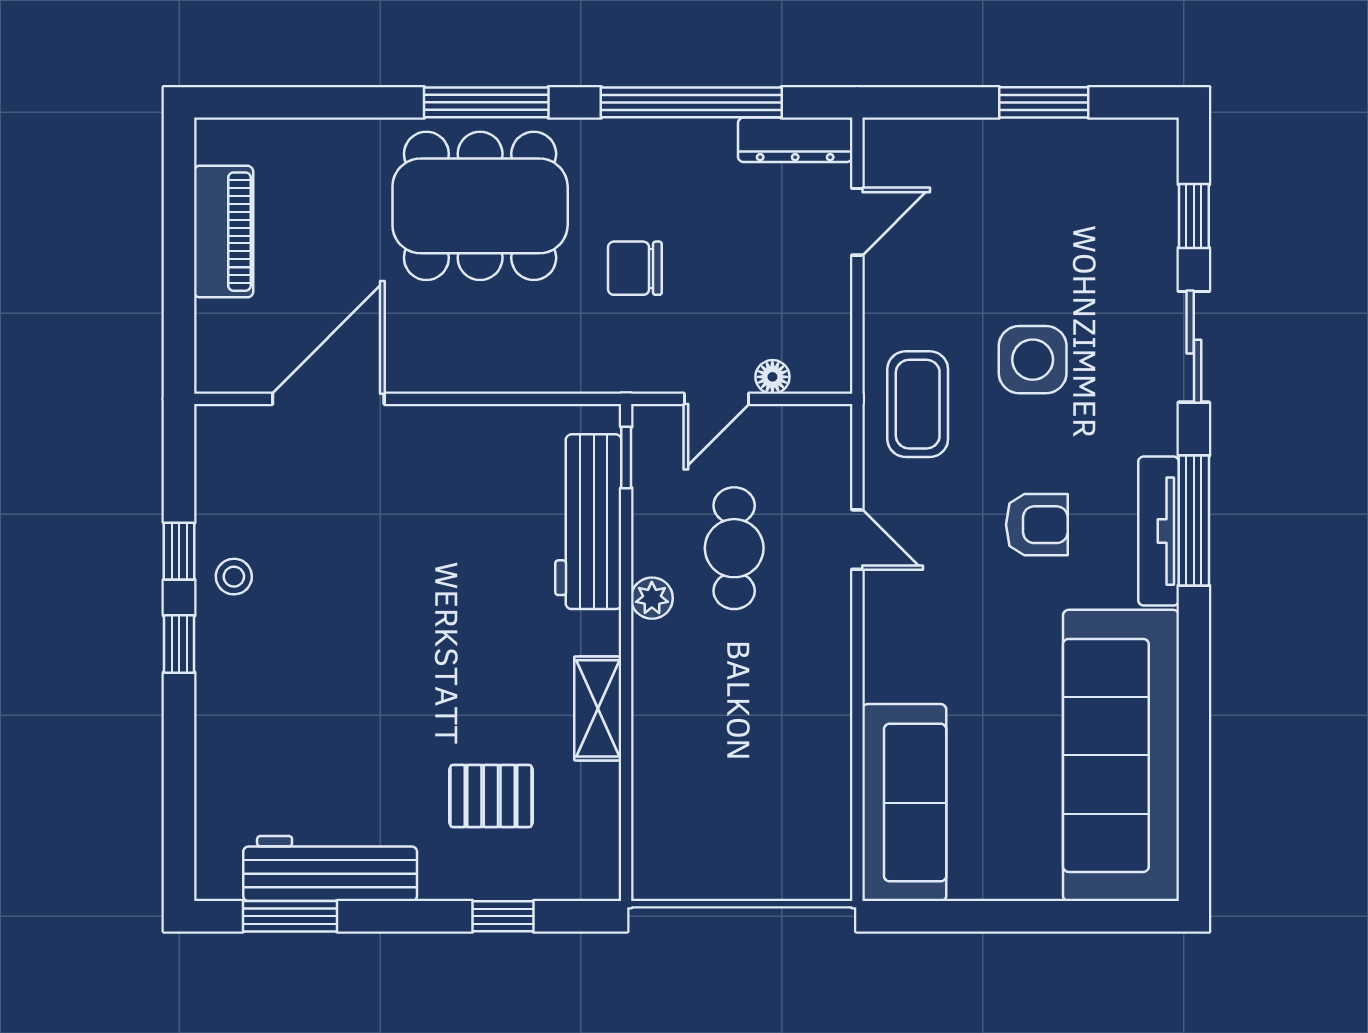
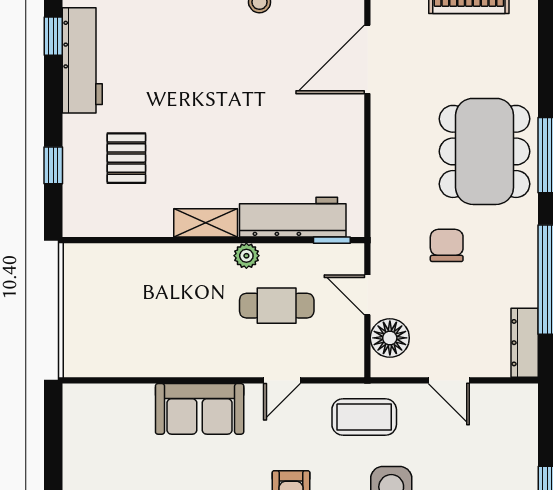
door: (857, 222) -> (449, 380), moved
floor lamp: (772, 377) -> (390, 338), width x1.89, depth x1.89
door: (328, 399) -> (367, 59), swing flipped
shelving: (598, 708) -> (206, 223), moved
sofa: (904, 803) -> (200, 409), moved, width x0.73
window: (290, 916) -> (53, 36), width x0.67

